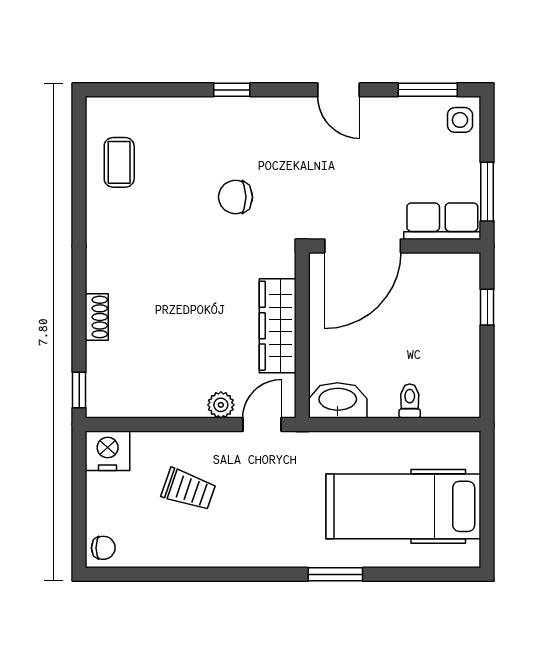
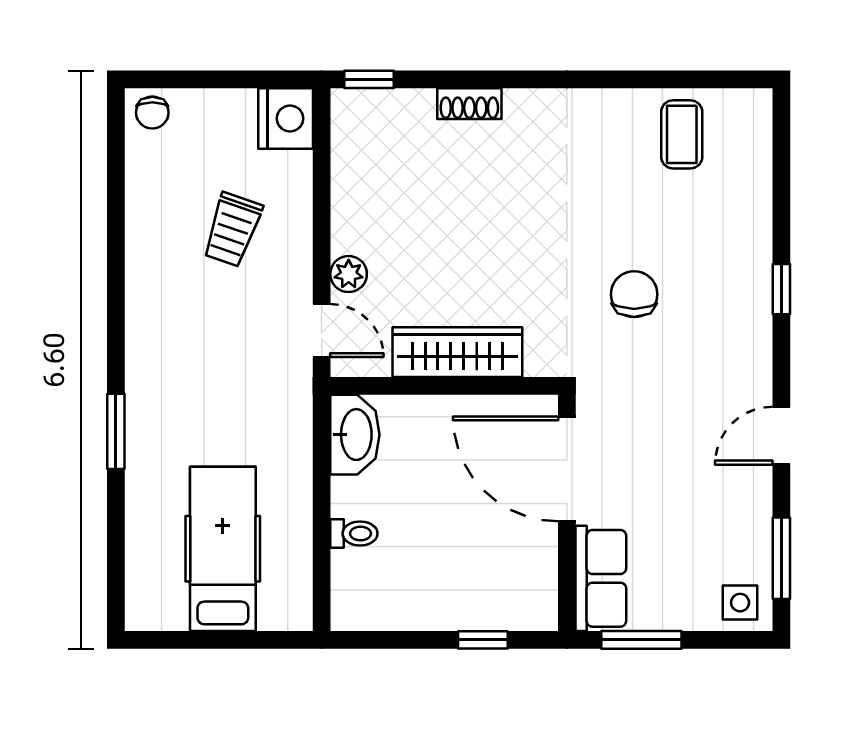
coffee table: (119, 162) -> (682, 134), turned 90
hospital bed: (403, 506) -> (223, 549), width x0.73, depth x0.78

